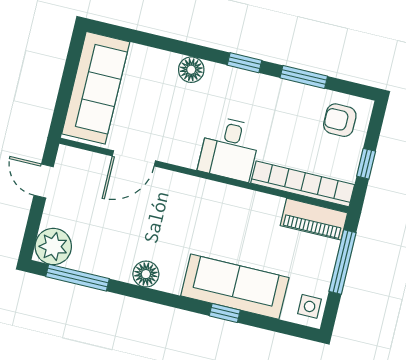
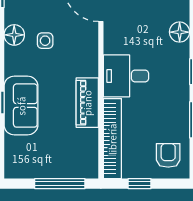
piano: (314, 219) -> (87, 103), moved
sofa: (235, 287) -> (21, 106), width x0.73
side table: (310, 306) -> (45, 41), moved

